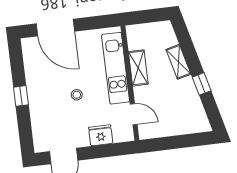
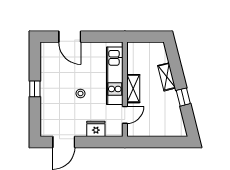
door: (55, 28) -> (70, 37), width x0.73
shelving: (138, 68) -> (133, 89), moved
door: (134, 114) -> (125, 115), hinge flipped

